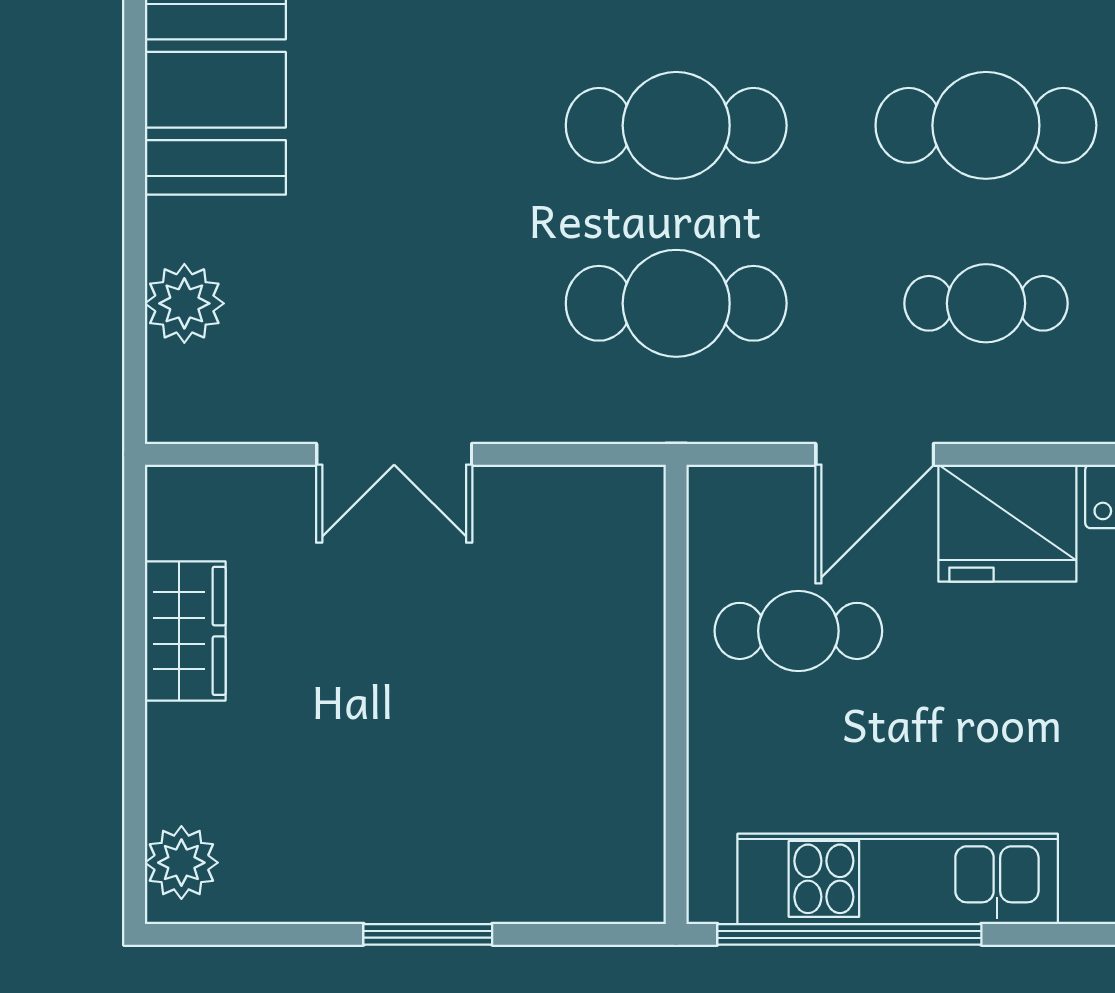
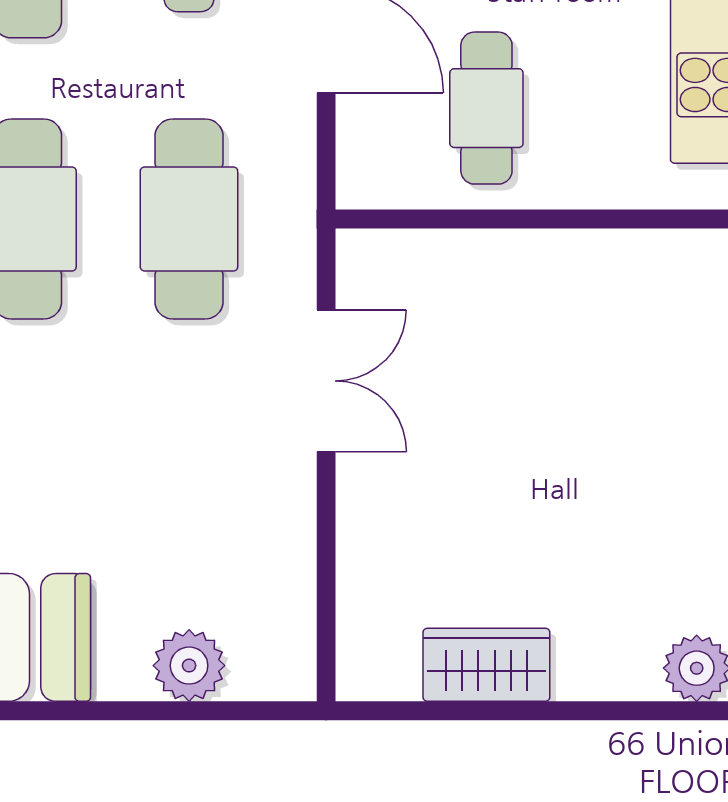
double door: (394, 454) -> (326, 381), moved

